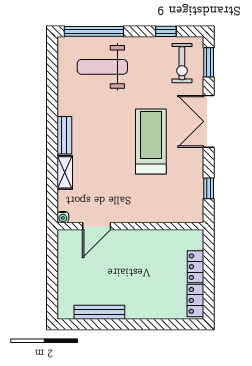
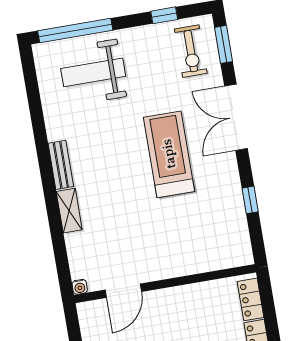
water cooler: (63, 217) -> (80, 287), moved
door: (97, 226) -> (123, 291), moved
wall: (130, 226) -> (165, 284), moved

